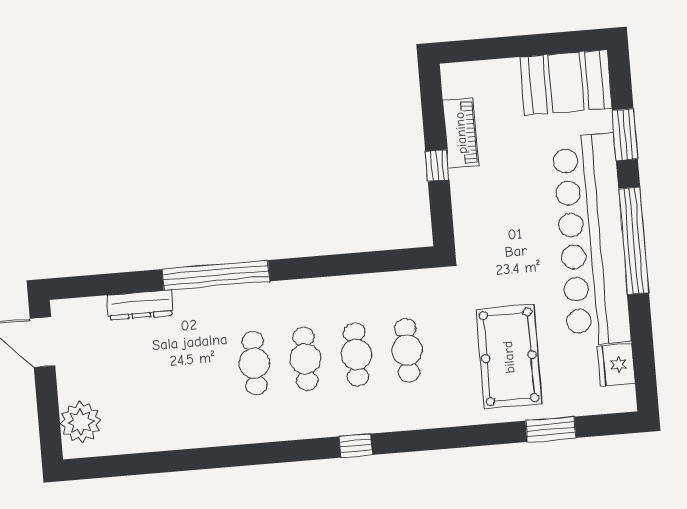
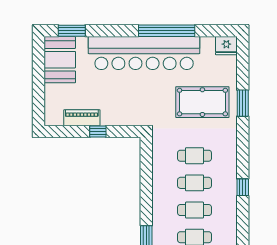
window: (625, 135) -> (72, 31), moved
window: (634, 241) -> (167, 31), moved
fridge: (616, 365) -> (226, 46), moved
window: (551, 429) -> (243, 103), moved

